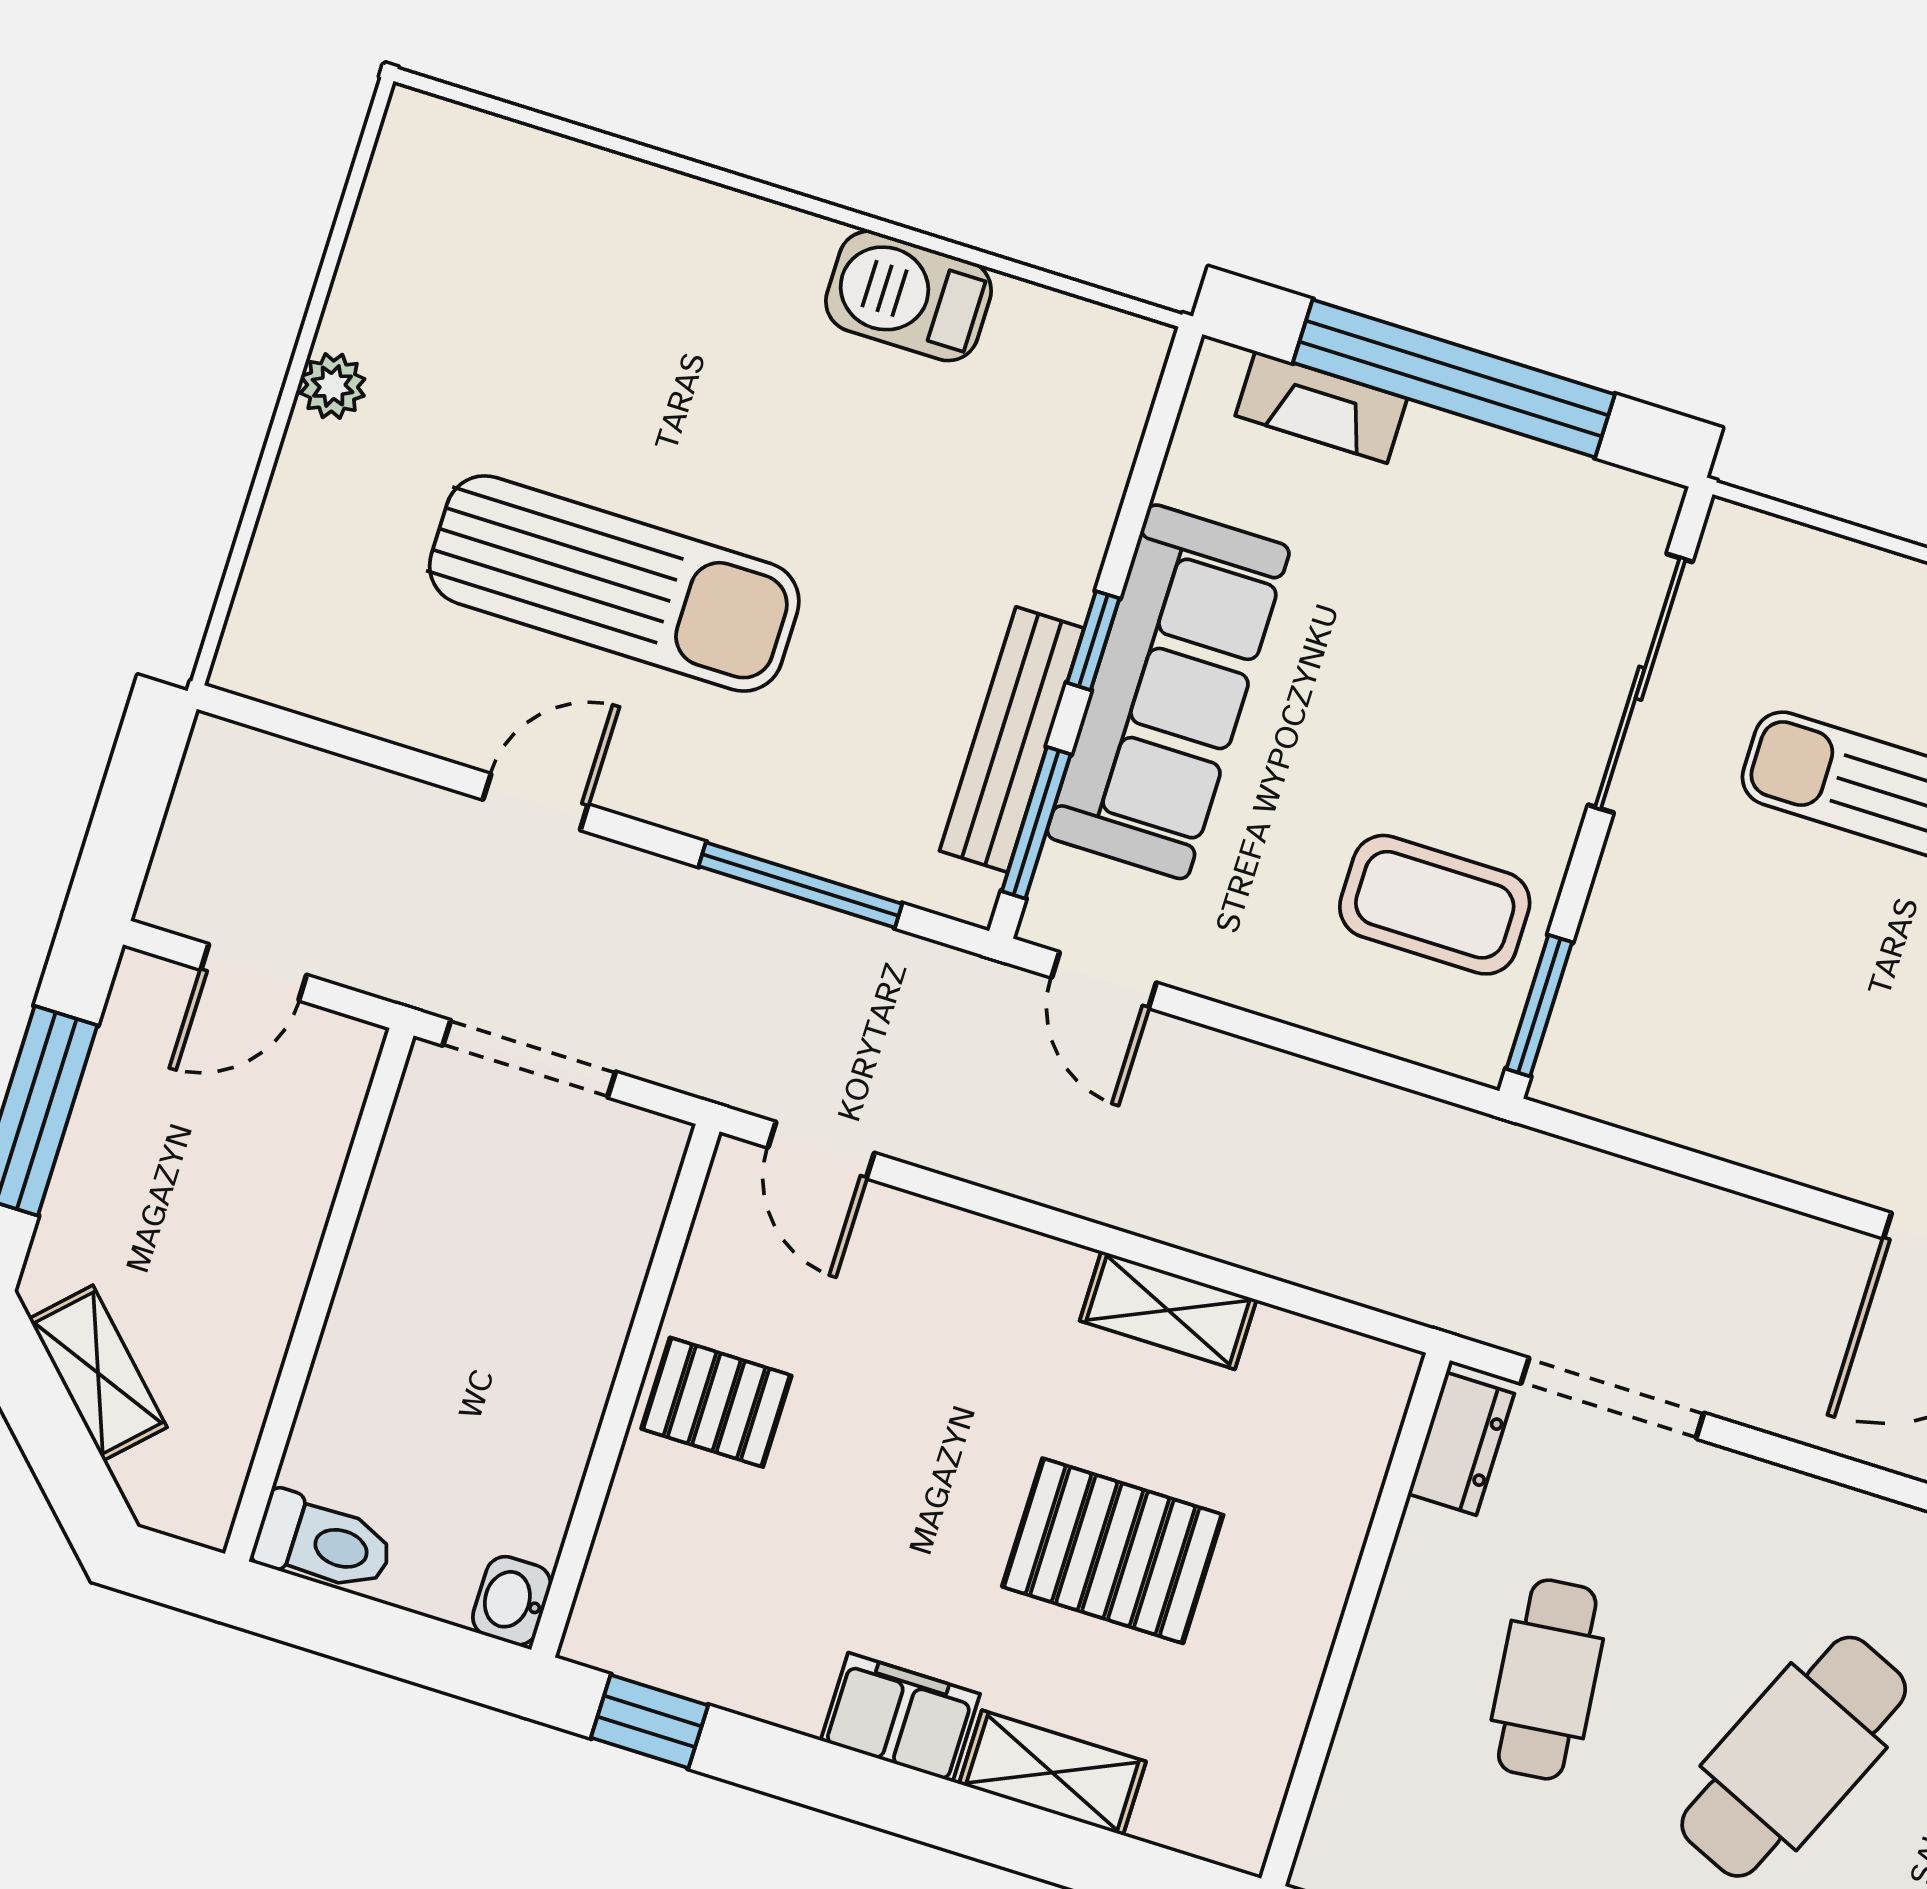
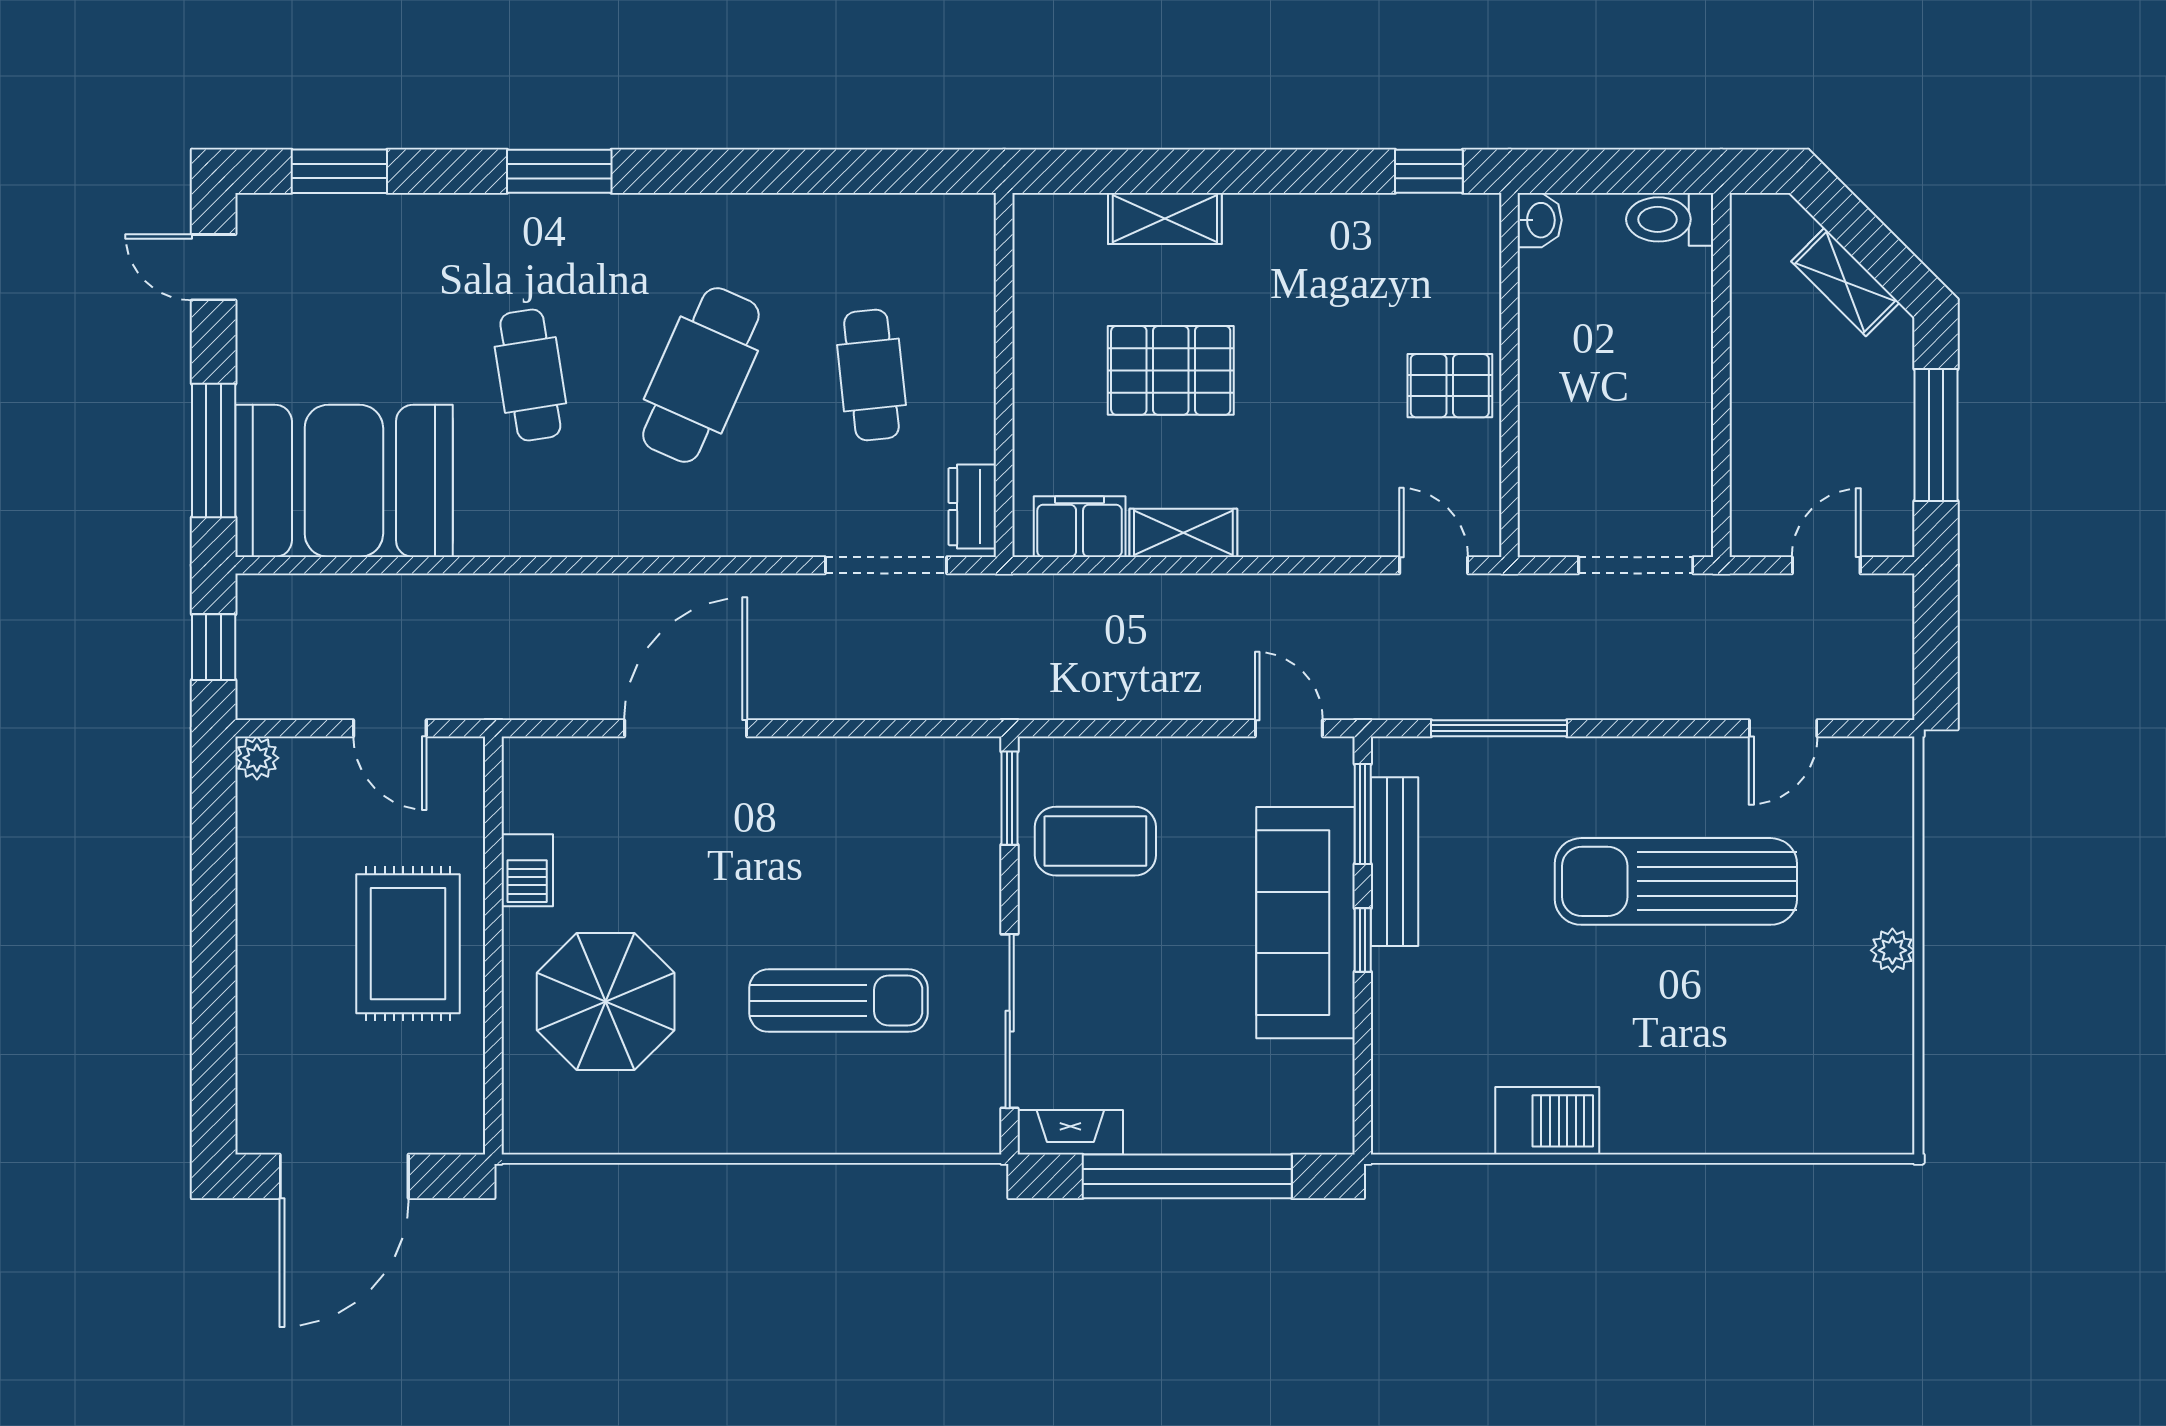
fireplace: (1321, 407) -> (1070, 1132), moved
door: (536, 802) -> (1783, 728), moved
filing cabinet: (900, 1717) -> (1080, 527), moved, turned 180

